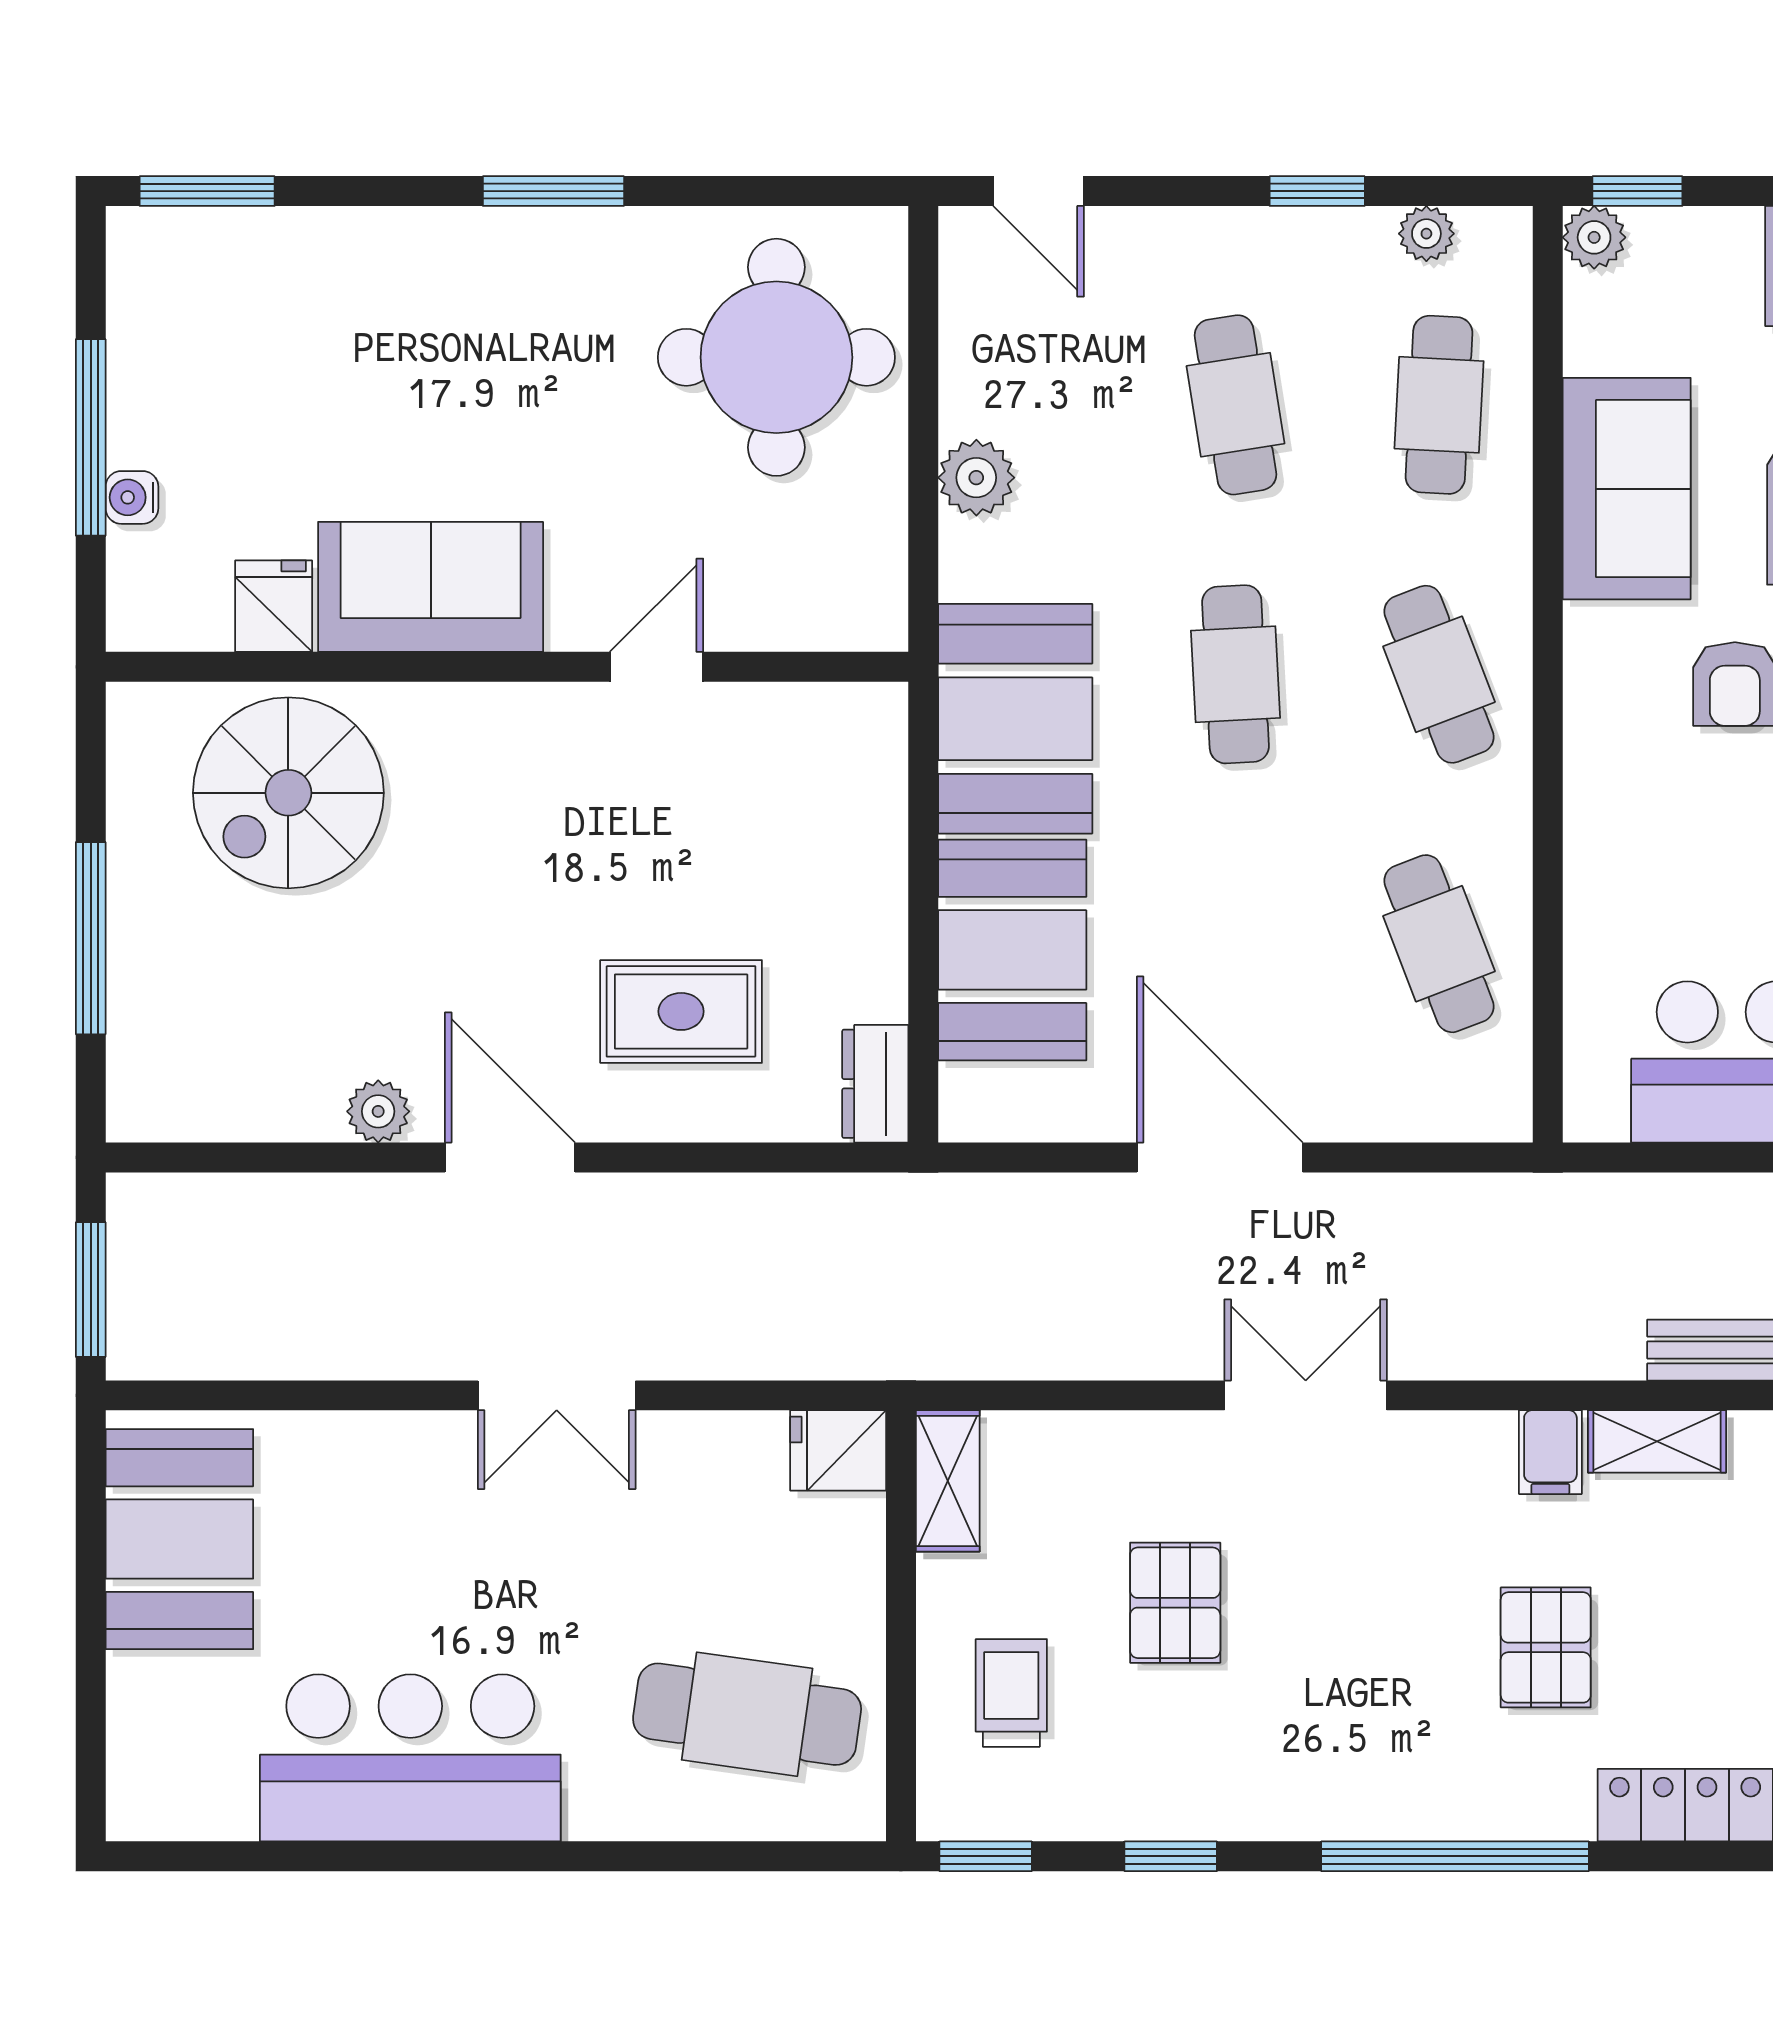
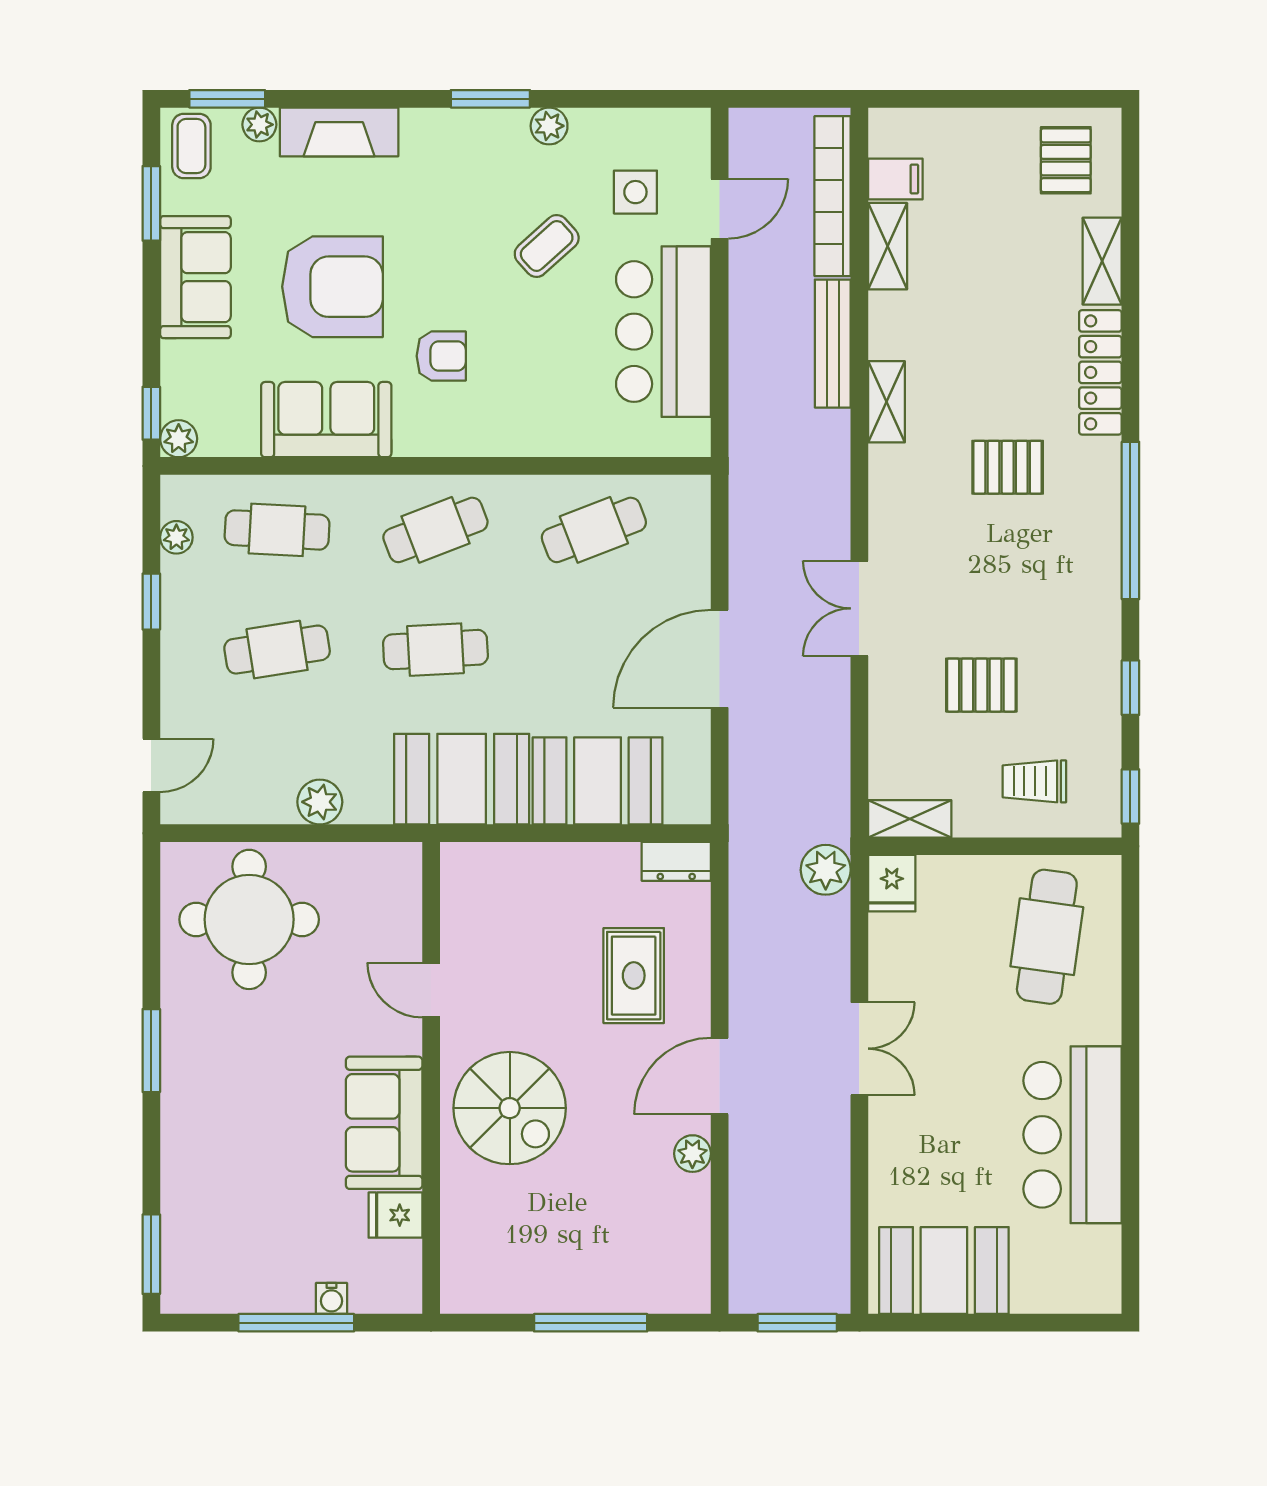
spiral stairs: (288, 793) -> (510, 1108), moved
plant: (861, 1338) -> (826, 870), added
filing cabinet: (1550, 1452) -> (893, 464), removed

